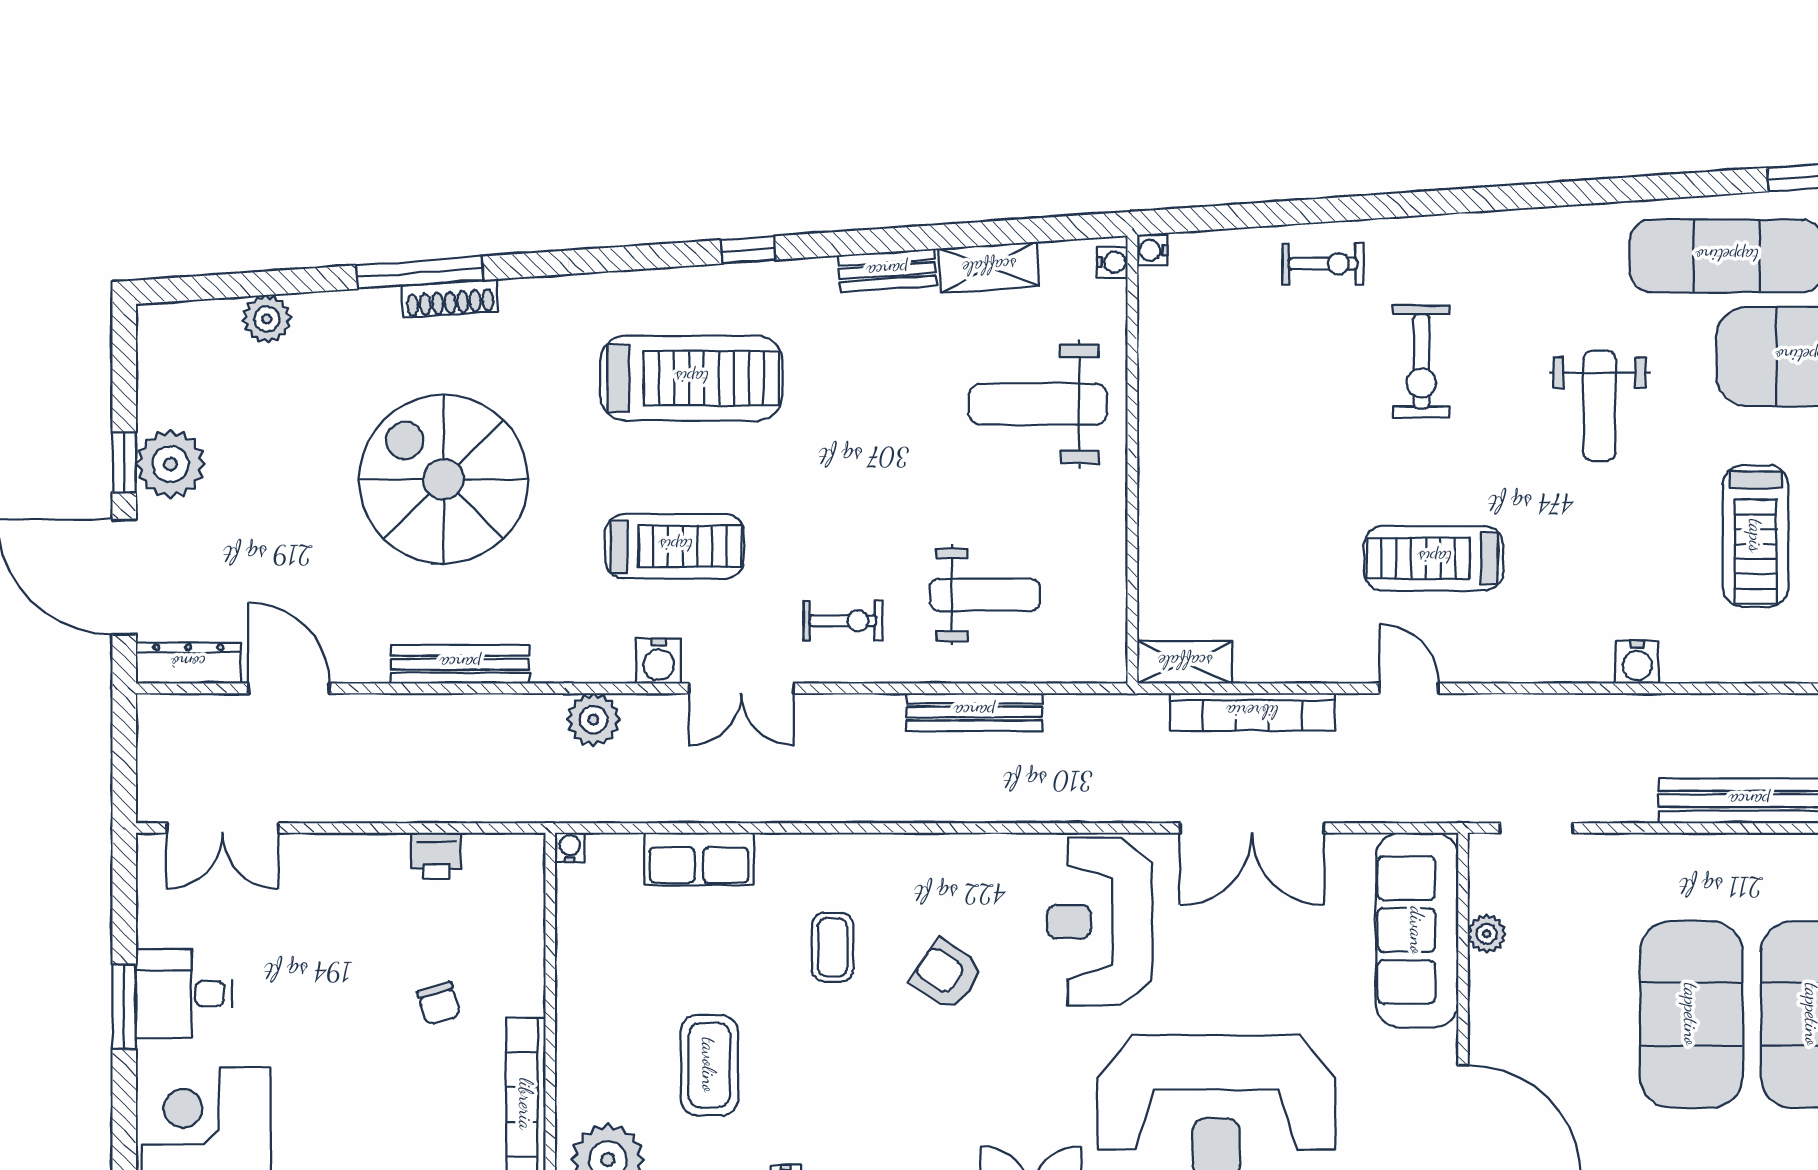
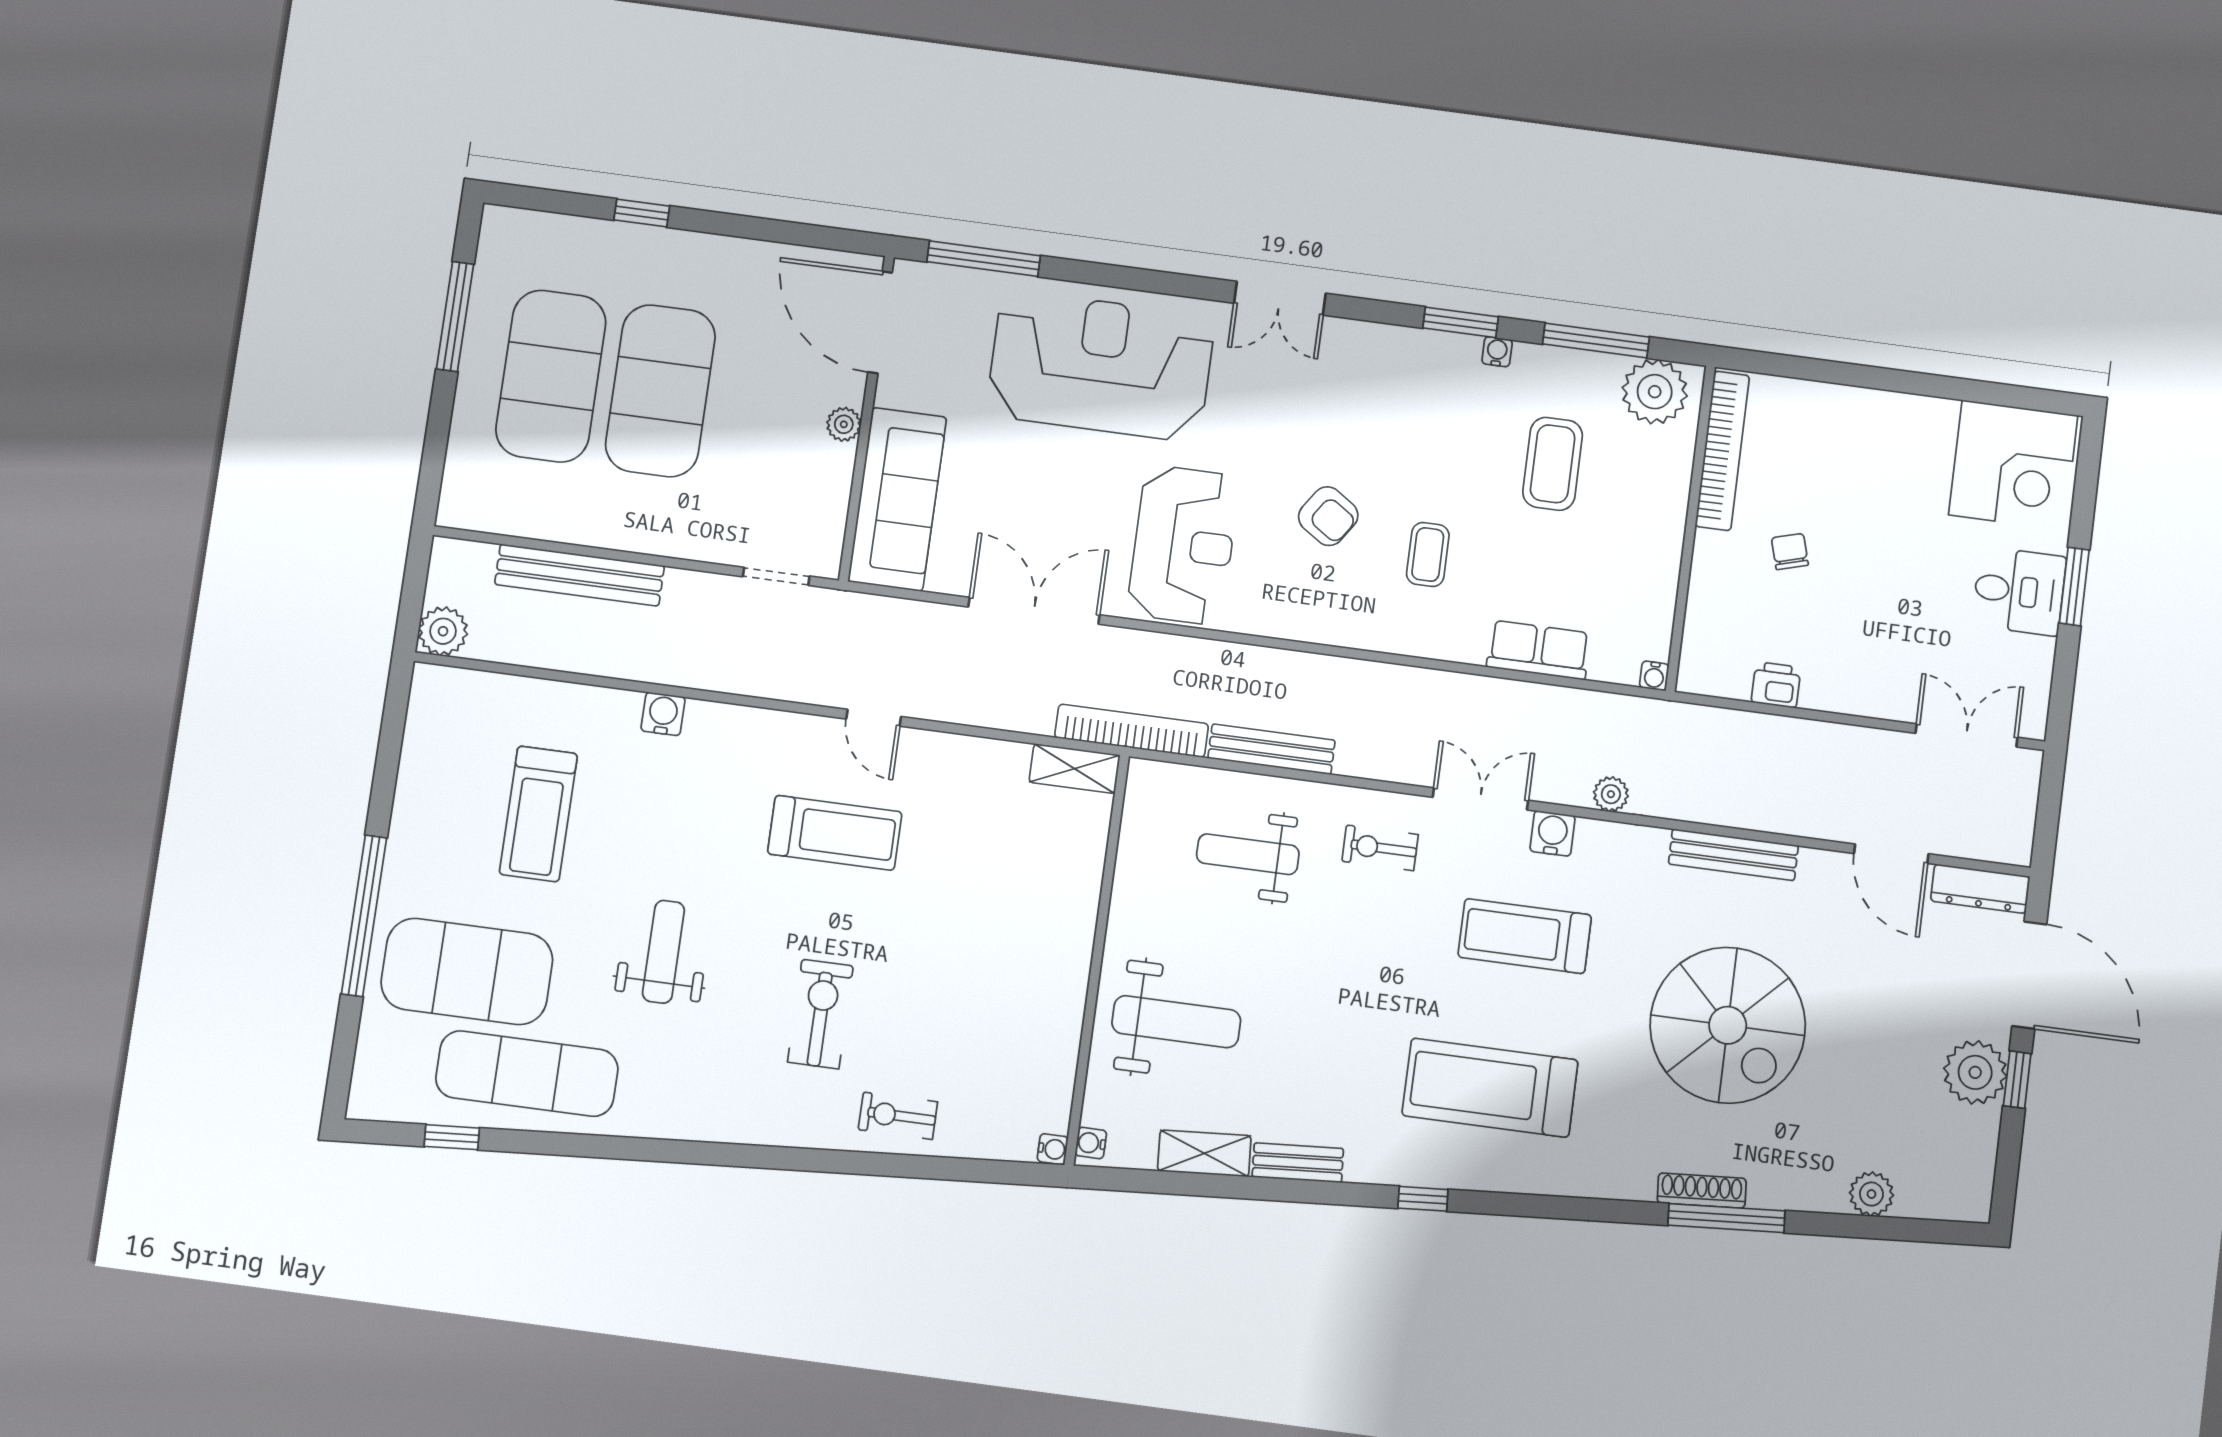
treadmill: (1756, 536) -> (538, 814), turned 180
bookcase: (1252, 712) -> (1132, 731), moved
plant: (593, 720) -> (1611, 794), width x0.73, depth x0.73
plant: (1487, 934) -> (844, 424), moved

